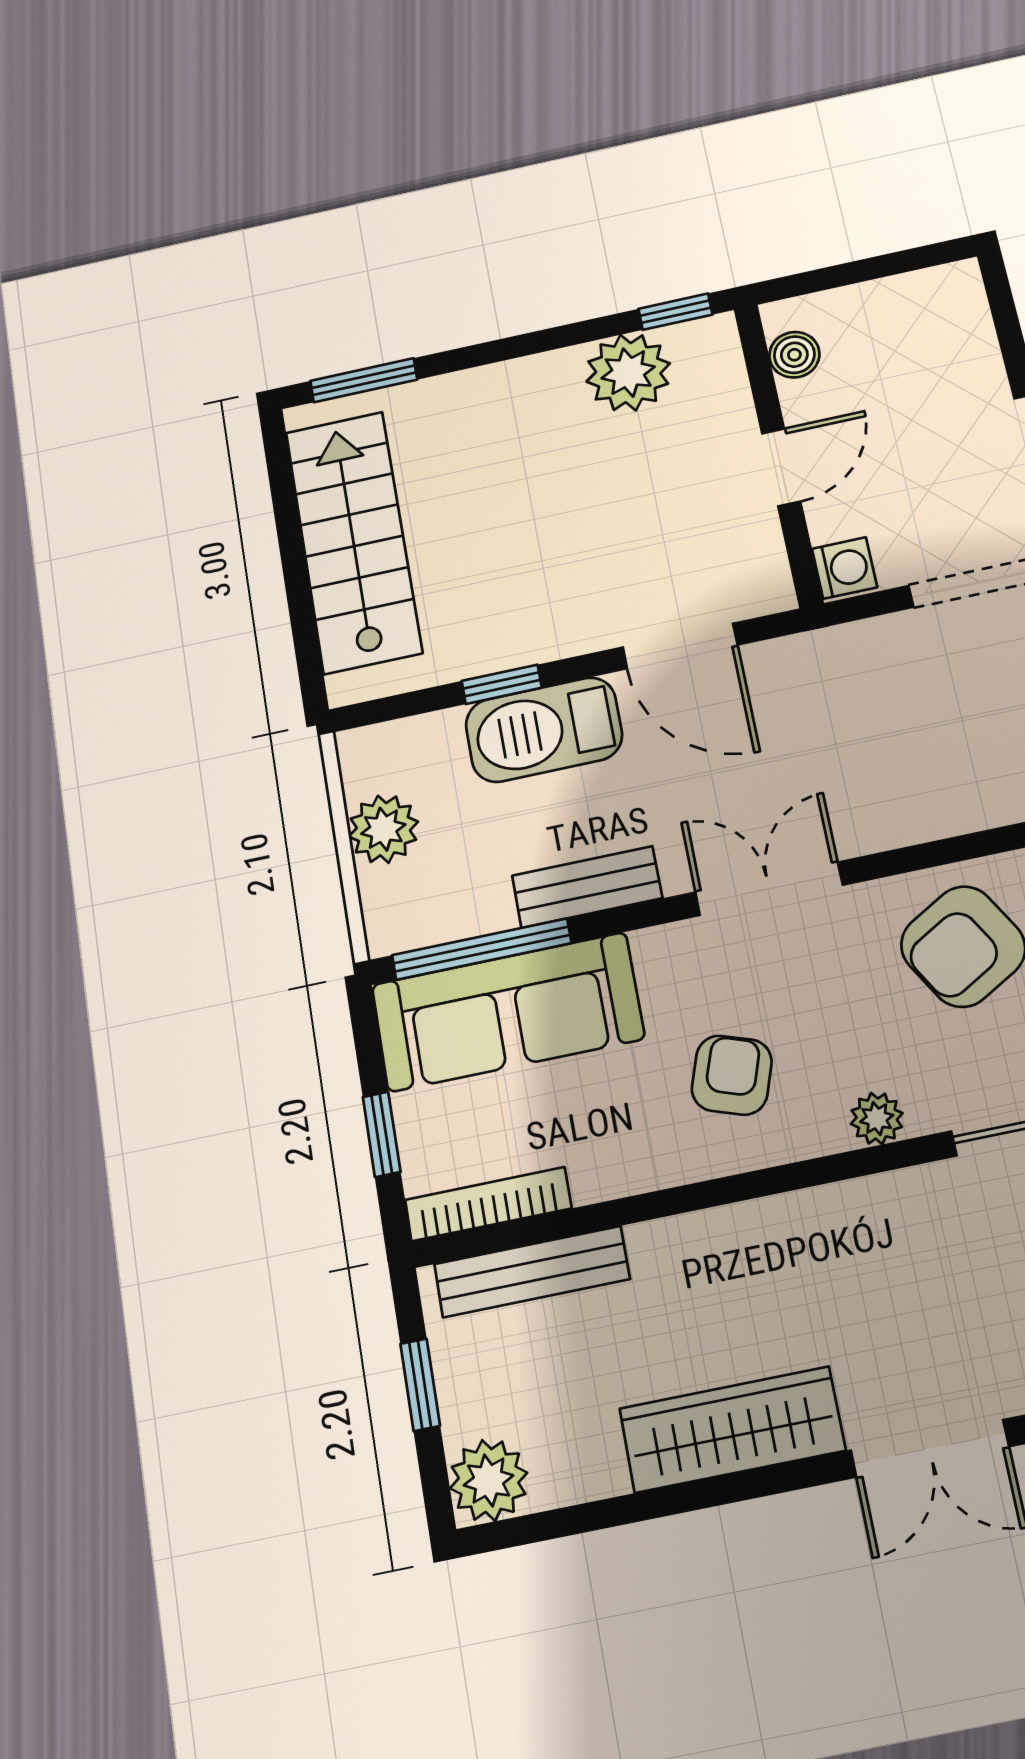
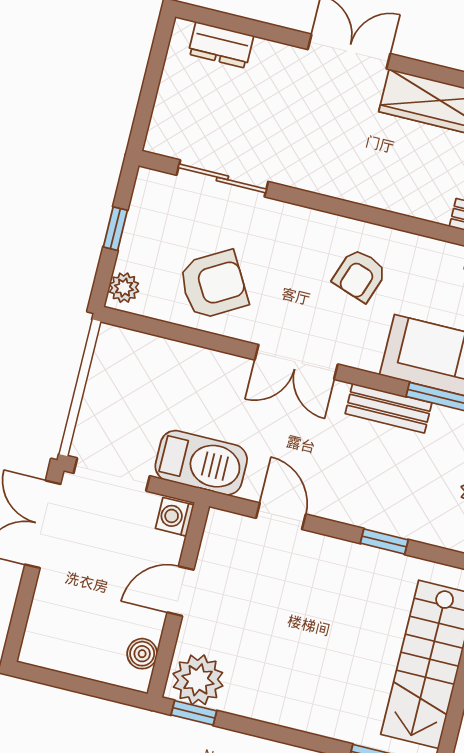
plant: (628, 373) -> (198, 680), moved
door: (680, 646) -> (281, 516), width x0.73
barbecue: (544, 730) -> (201, 463), moved
plant: (877, 1119) -> (298, 219), removed

